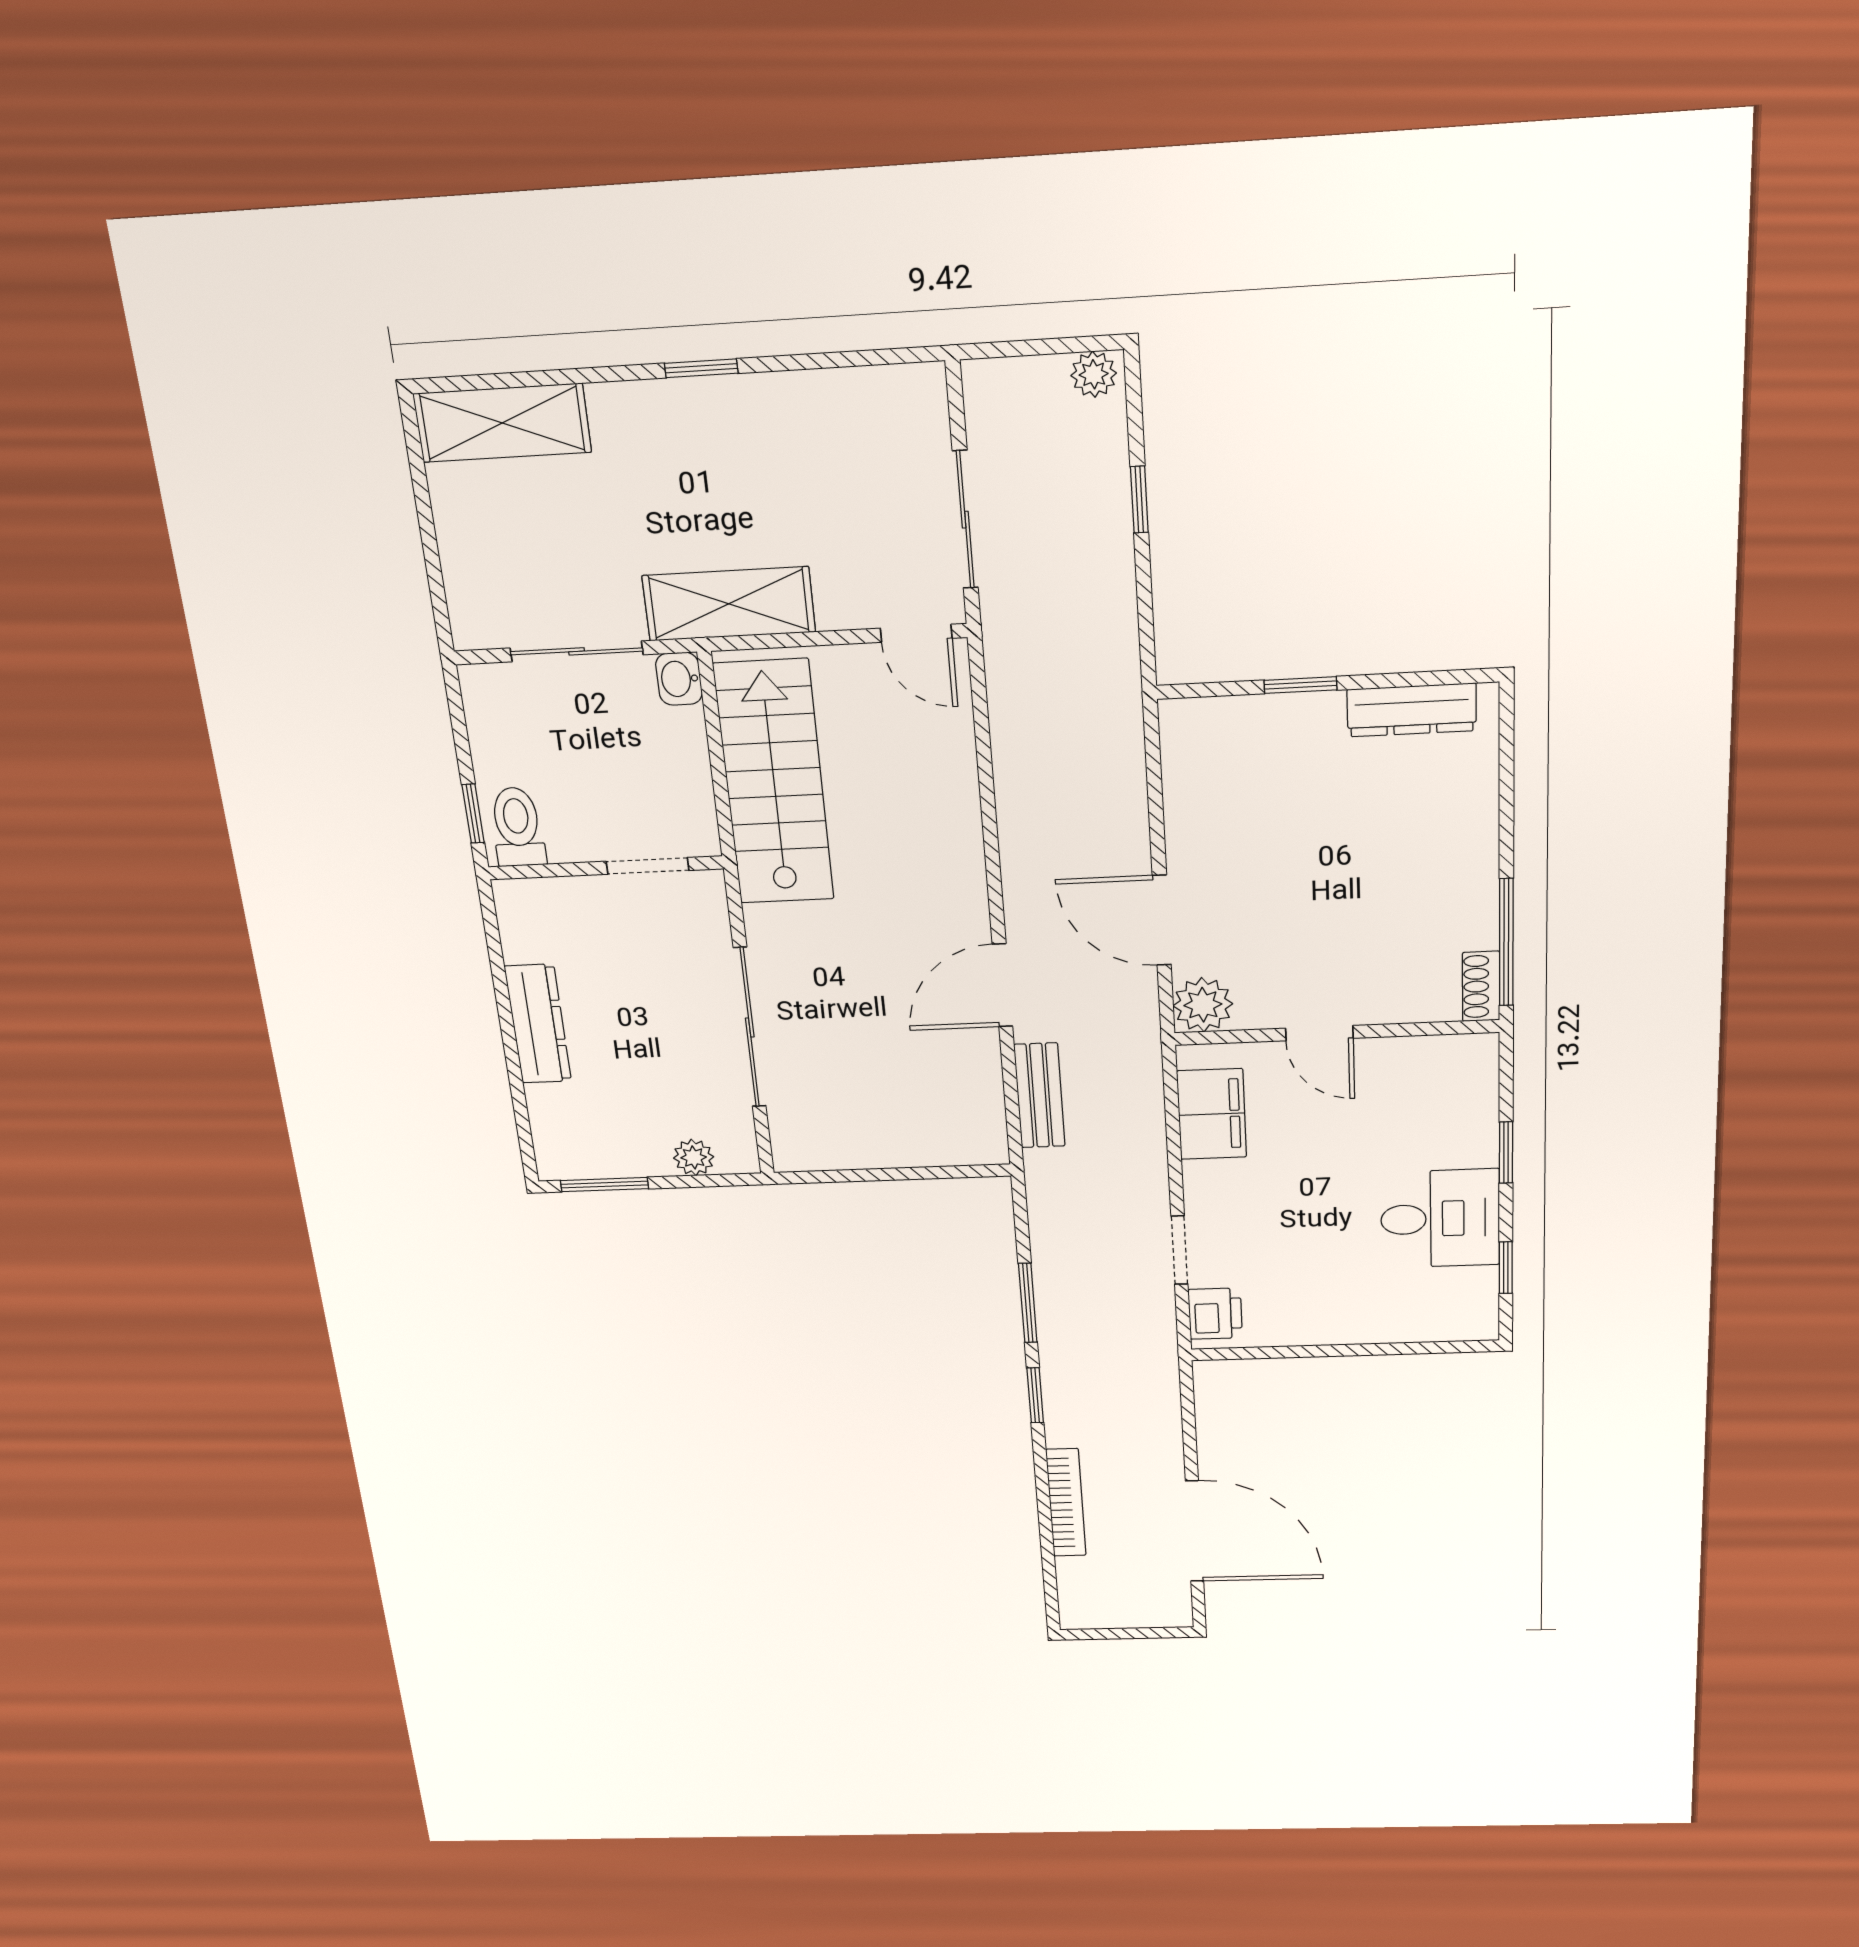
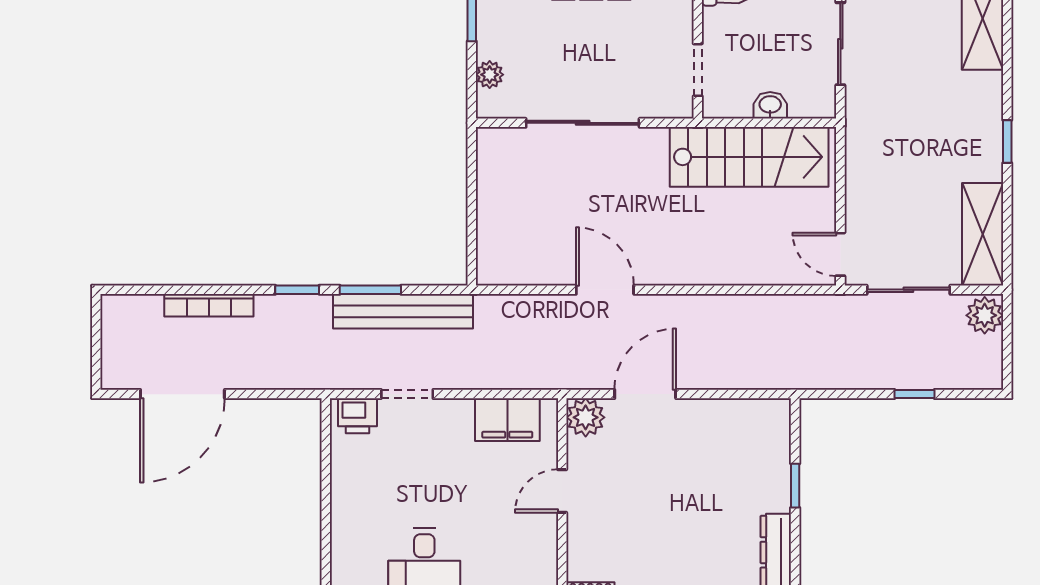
plant: (1094, 374) -> (985, 315), moved, width x1.38, depth x1.38
shelving: (729, 604) -> (983, 234), moved
door: (916, 633) -> (840, 254), hinge flipped
washbasin: (679, 679) -> (770, 105), moved
bench: (1039, 1095) -> (403, 311), moved, width x1.86, depth x1.21

